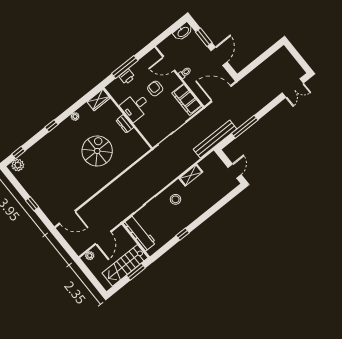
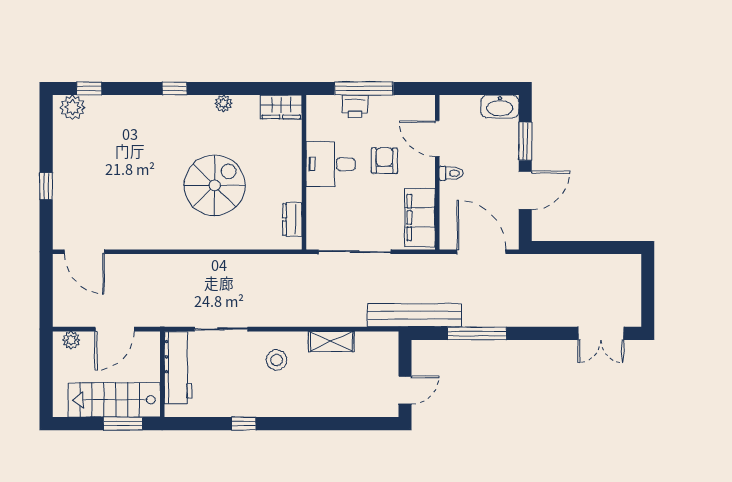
dresser: (125, 124) -> (292, 219), moved

